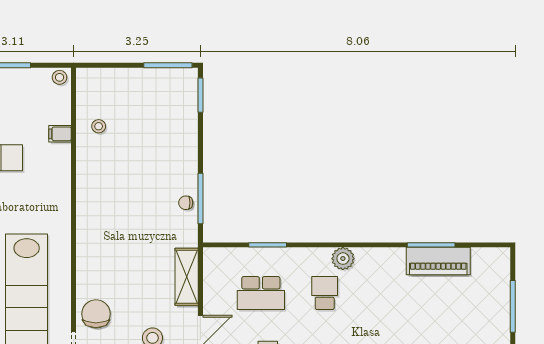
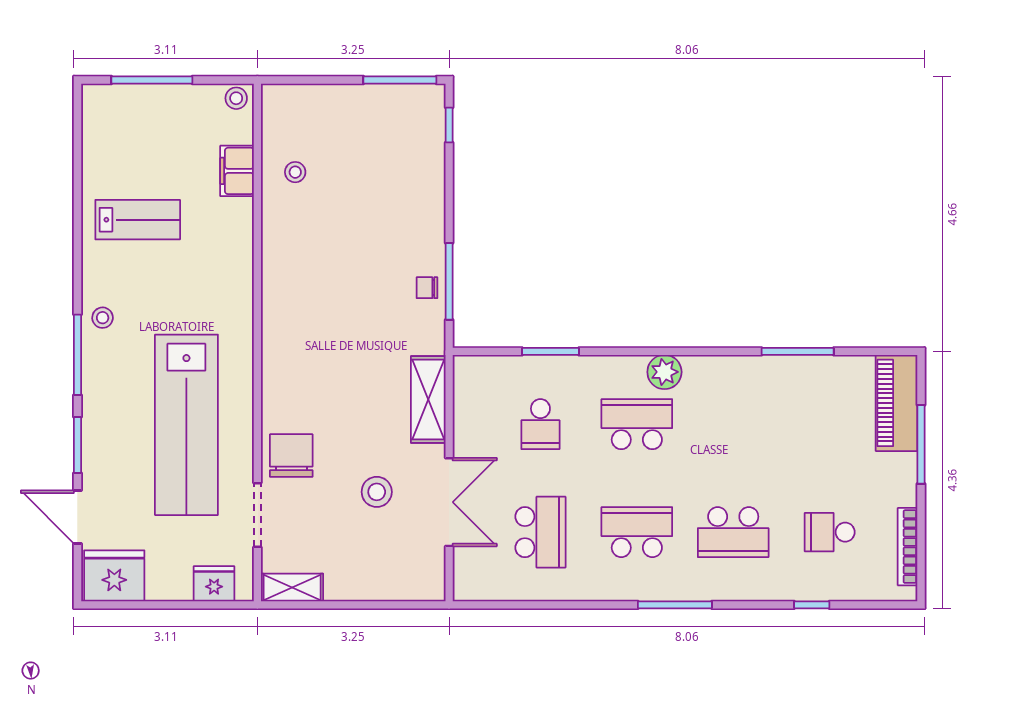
window: (200, 95) -> (449, 125), width x0.67
filing cabinet: (60, 134) -> (237, 171), width x2.00
piano: (438, 261) -> (897, 403), moved, turned 90
school desk: (261, 293) -> (540, 424), width x0.54
school desk: (325, 293) -> (637, 424), width x1.85

